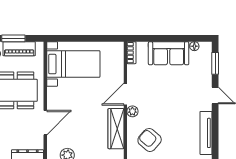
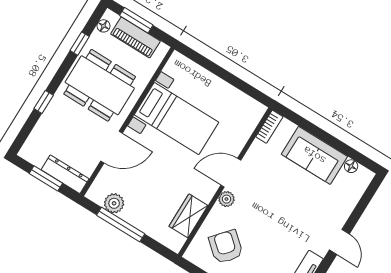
window: (215, 63) -> (364, 203), removed
bed with nightstands: (73, 64) -> (177, 119), moved
wardrobe: (116, 129) -> (188, 216), width x0.67

